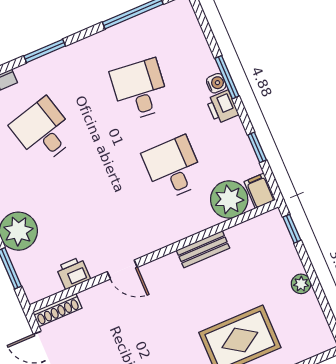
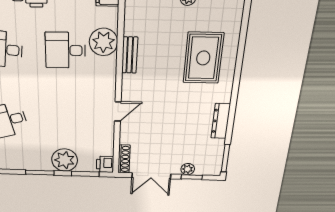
plant: (229, 199) -> (103, 42), moved
printer: (73, 273) -> (105, 164), moved

